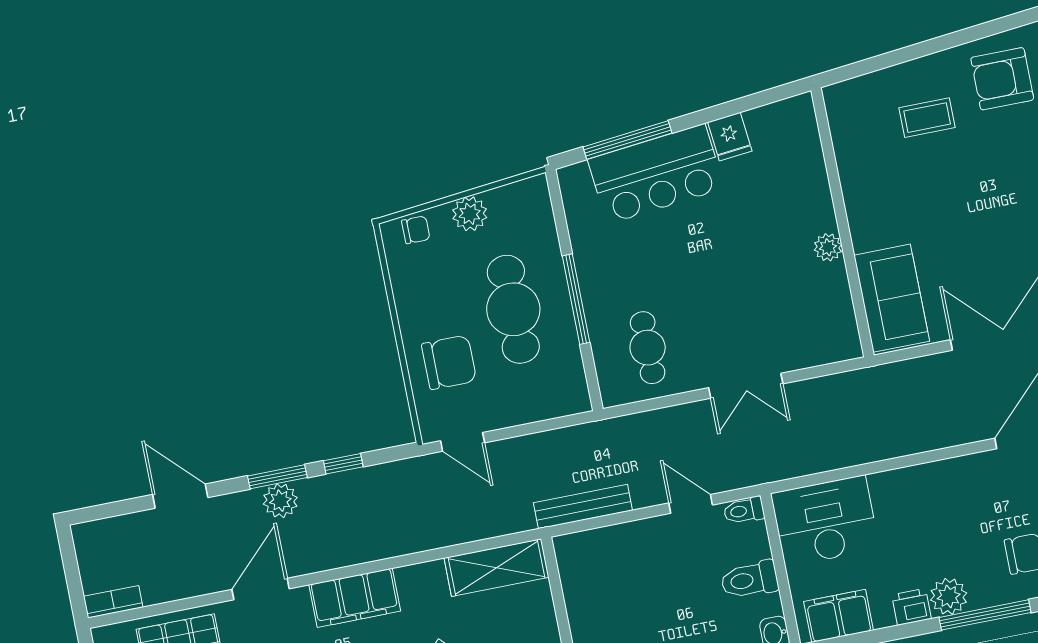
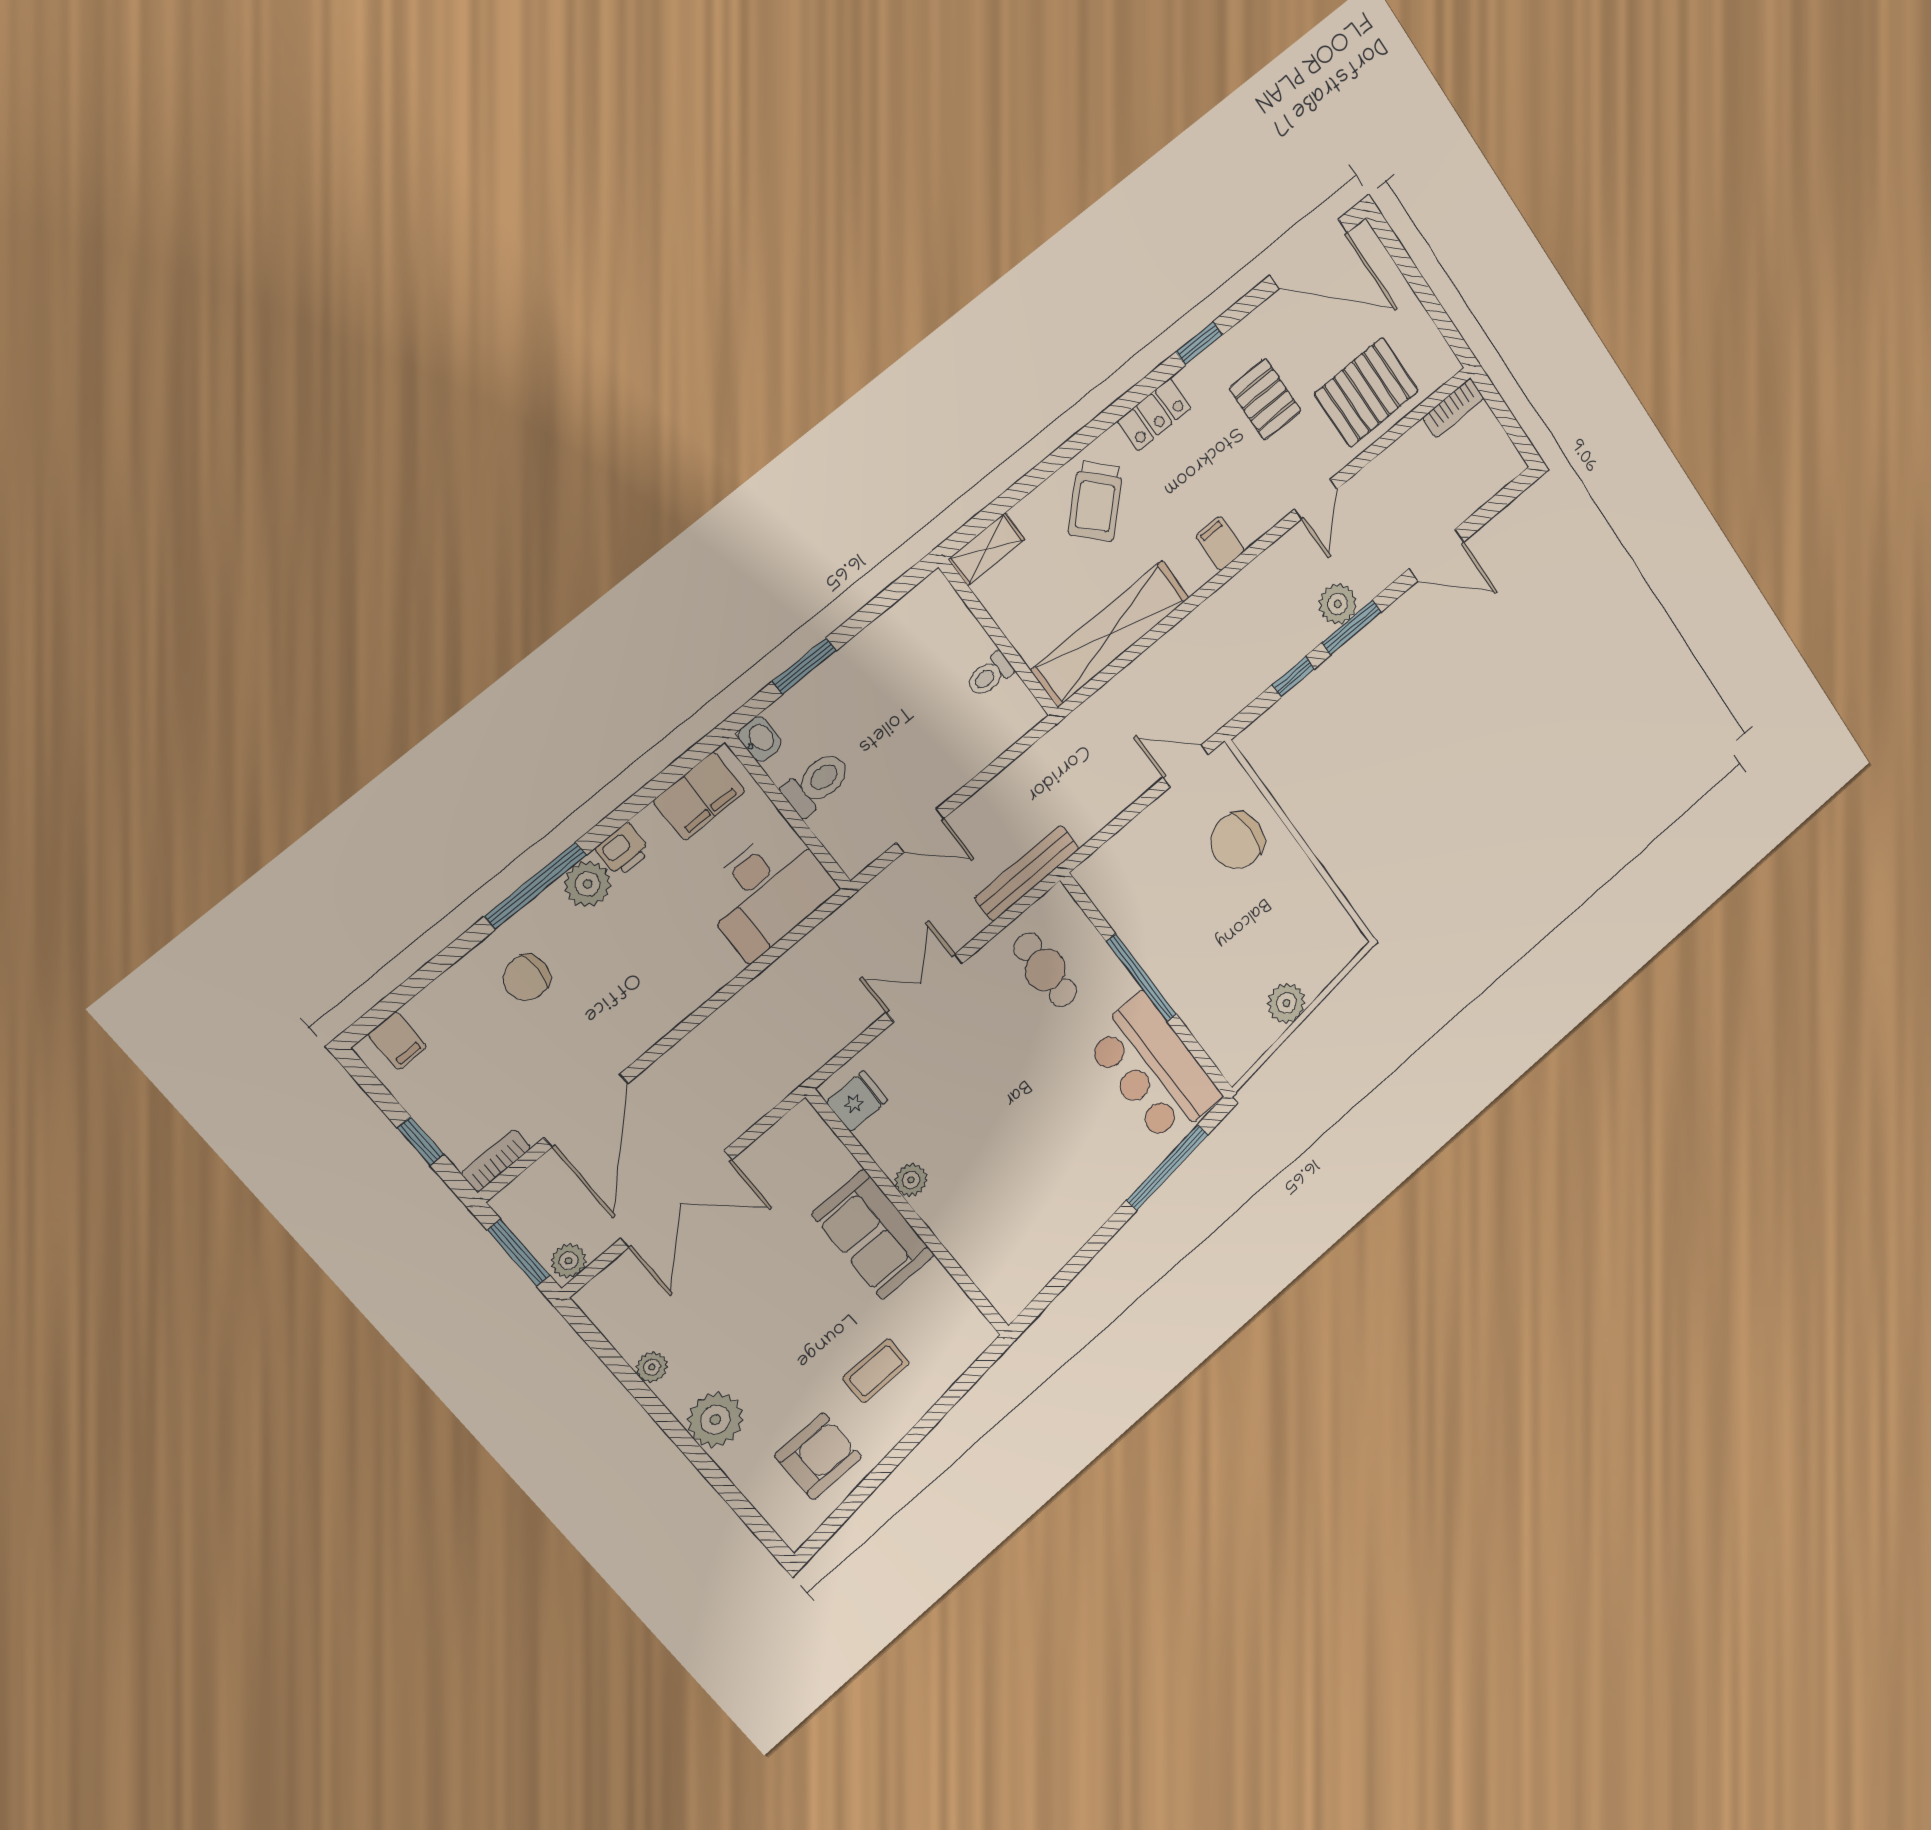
fridge: (730, 137) -> (857, 1101), moved, turned 96
bar counter: (656, 174) -> (1153, 1069), moved, turned -84
chair: (416, 230) -> (1331, 957), removed
sofa: (892, 298) -> (873, 1235), moved
cafe table: (513, 309) -> (1199, 932), removed
bench: (583, 507) -> (1027, 873), moved
toilet: (744, 511) -> (990, 675), moved, turned 180
shelving: (497, 568) -> (1110, 634), width x1.47
door: (261, 589) -> (1316, 499), width x0.73
filing cabinet: (355, 598) -> (1220, 543), width x0.33, depth x0.86

